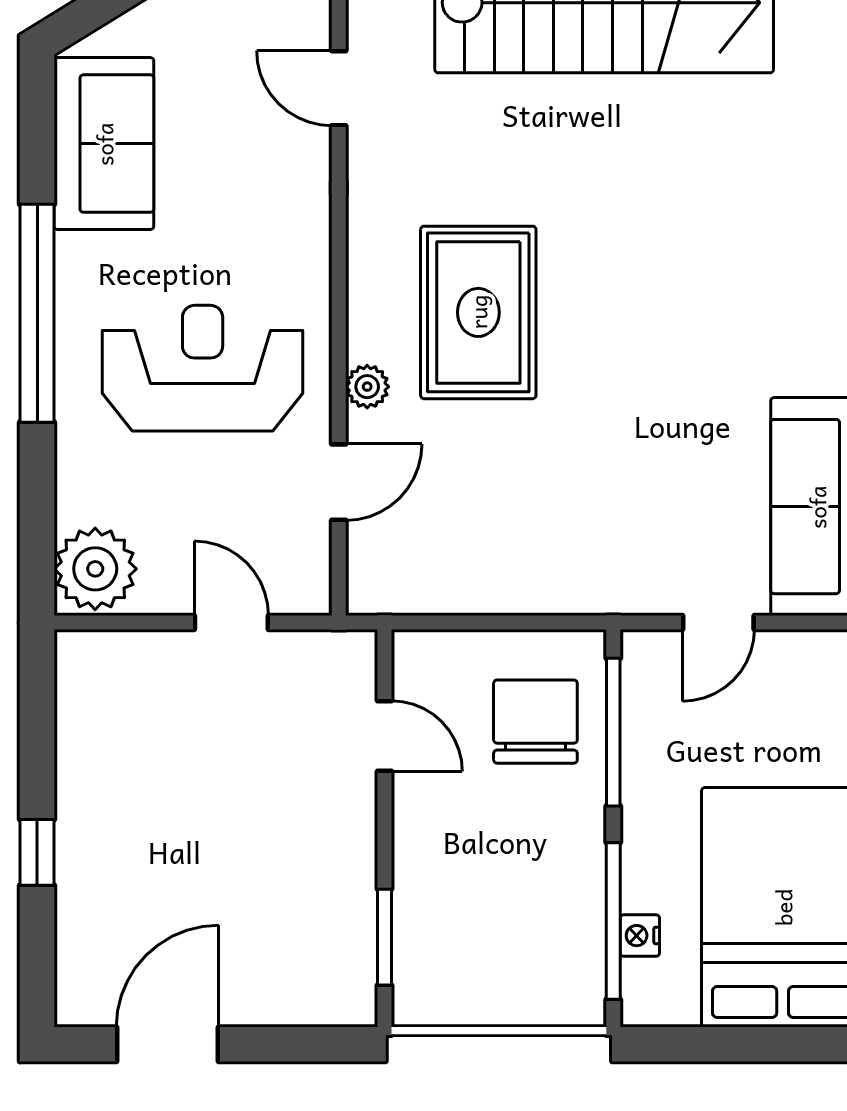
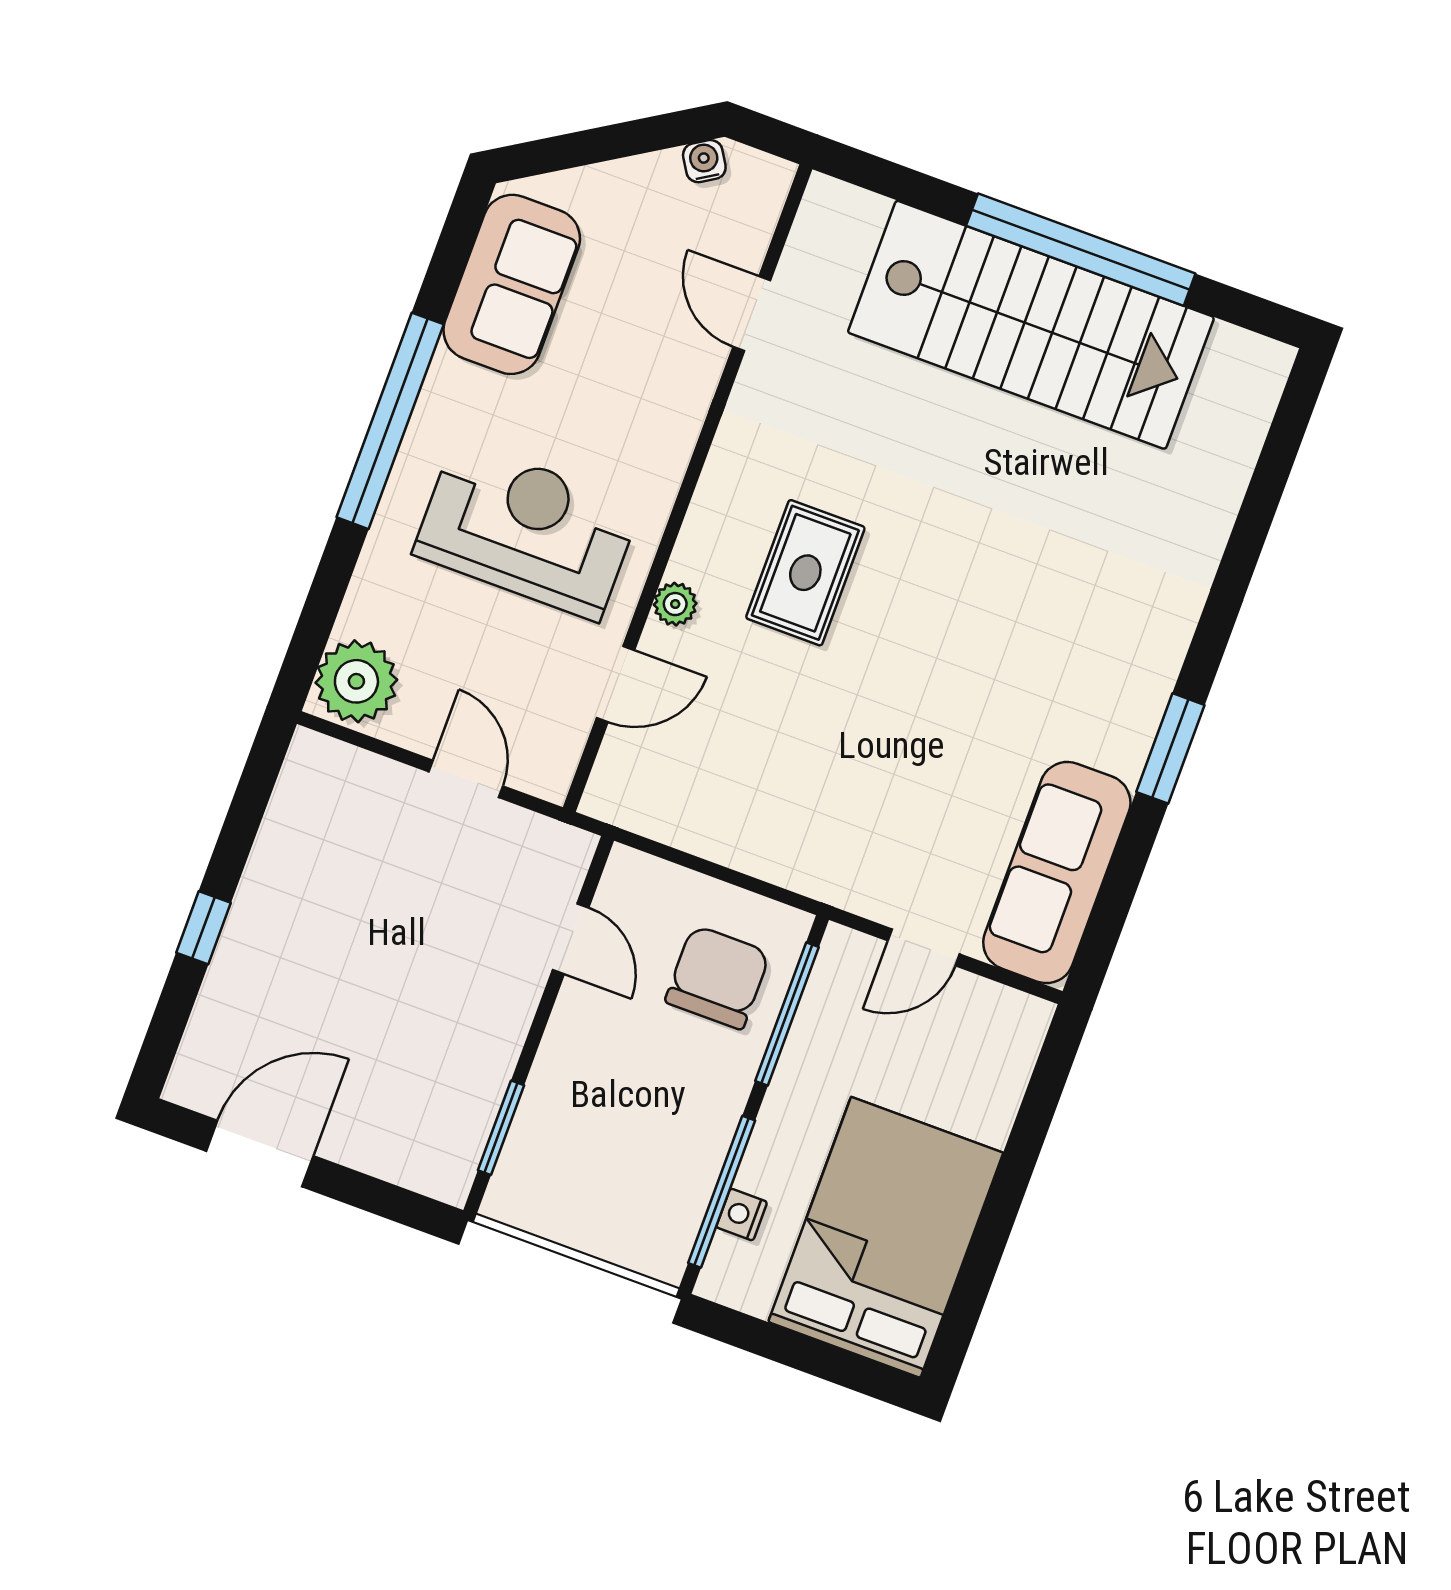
rug: (478, 312) -> (805, 573), width x0.73, depth x0.70

